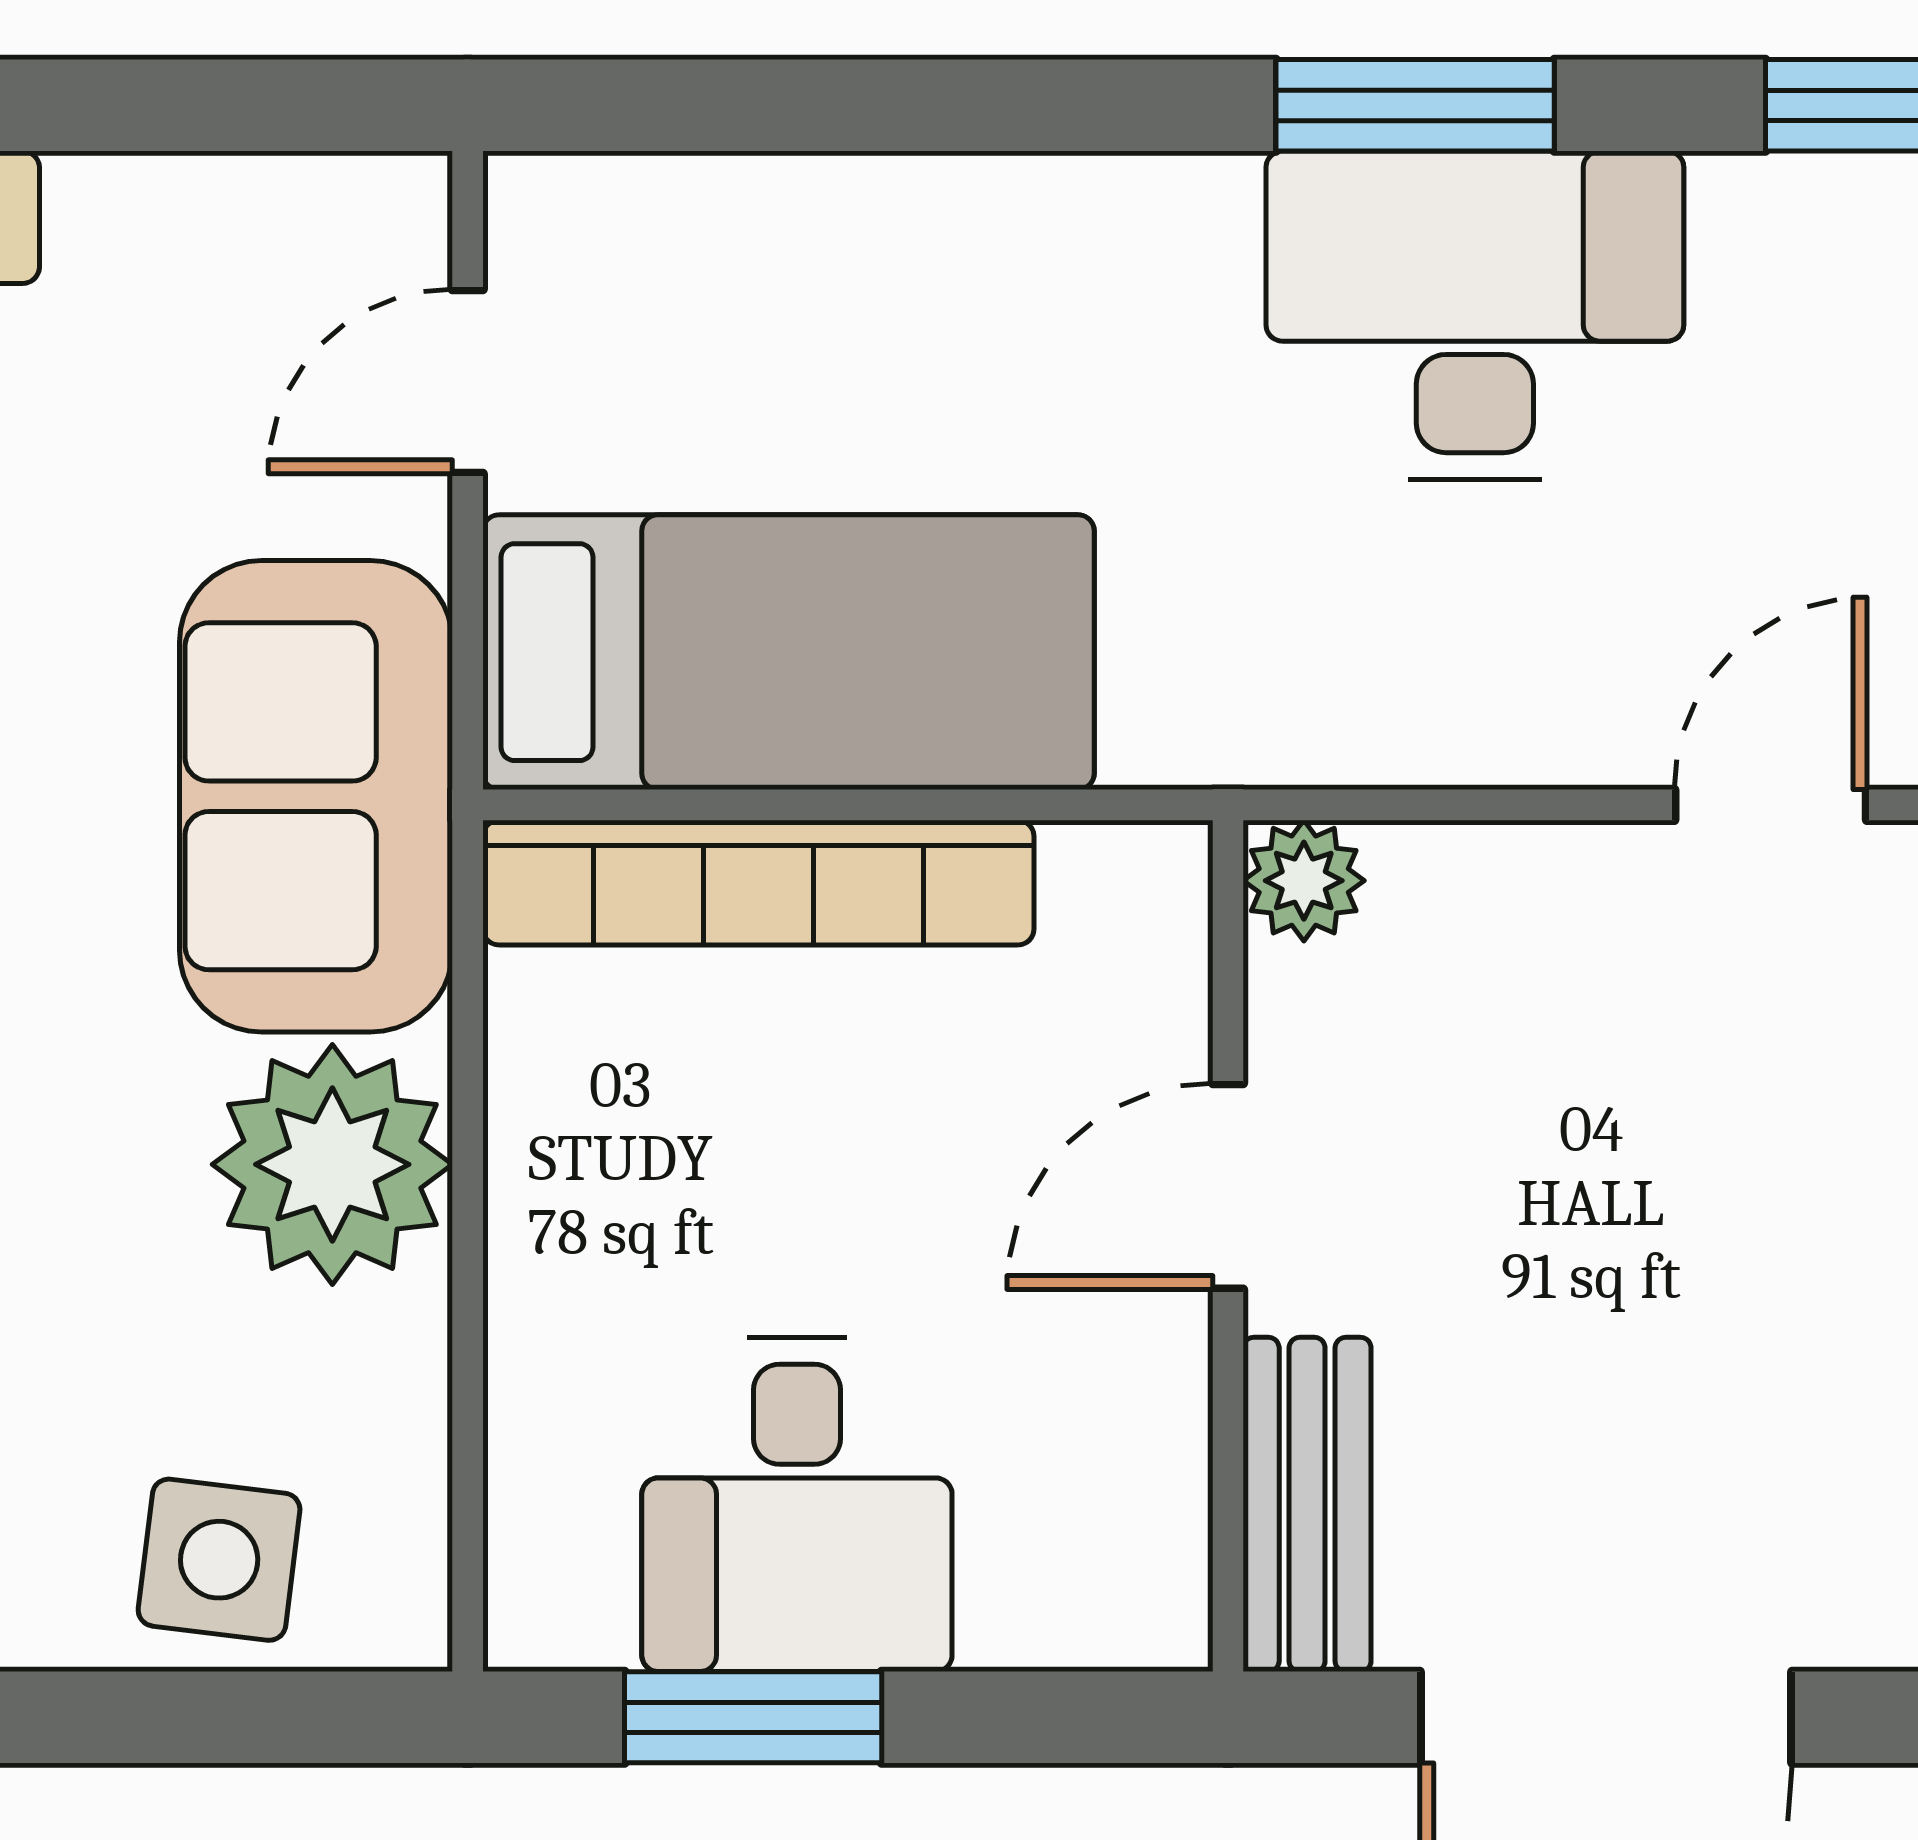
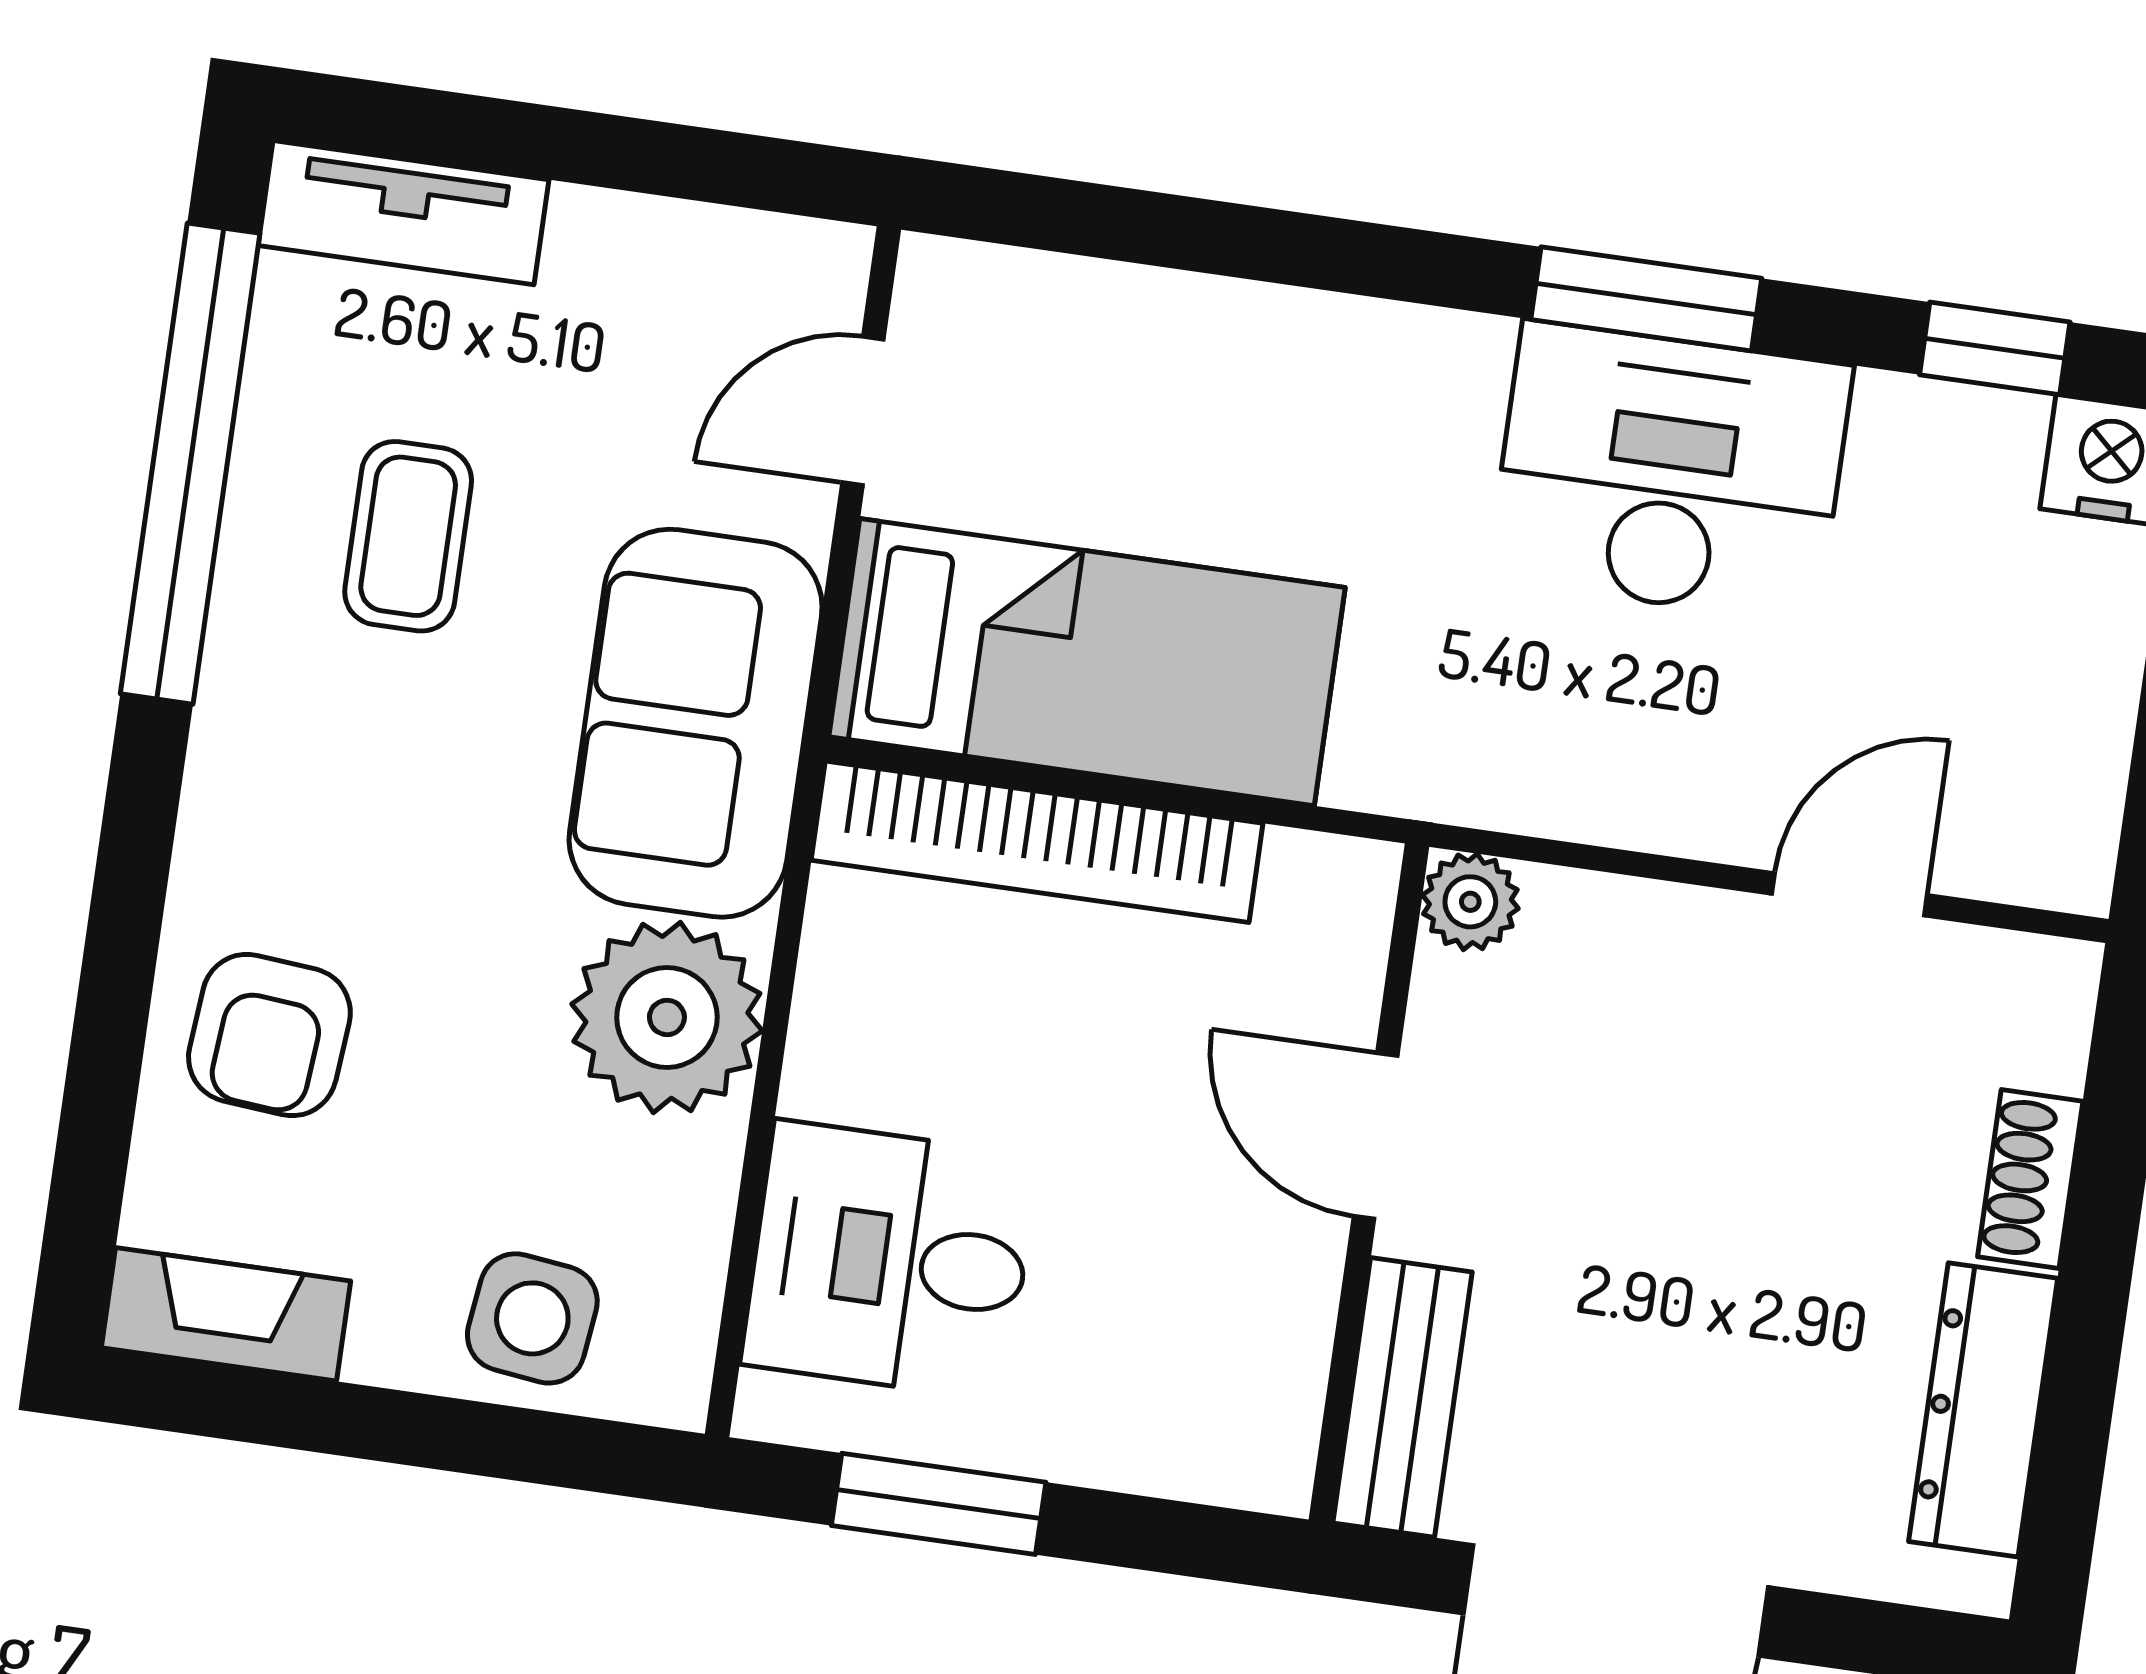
door: (1228, 1186) -> (1376, 1136), hinge flipped
desk: (797, 1505) -> (890, 1260), moved, turned 90

